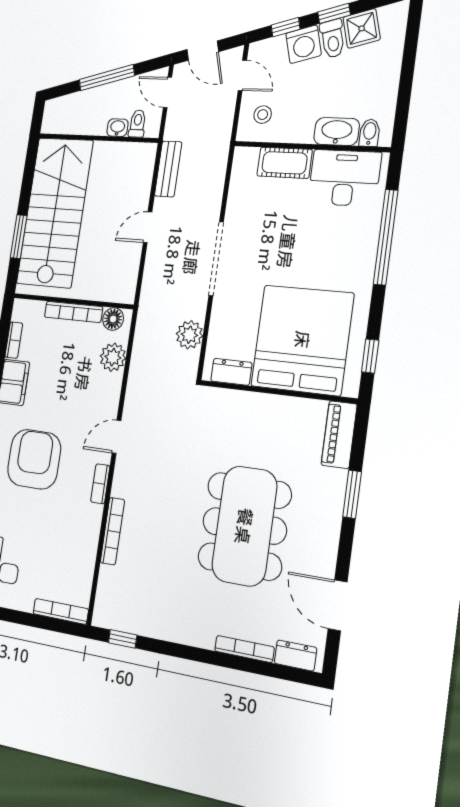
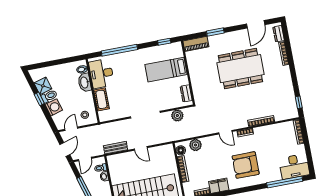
window: (286, 27) -> (48, 117), removed
bed: (302, 340) -> (166, 70), width x0.49

